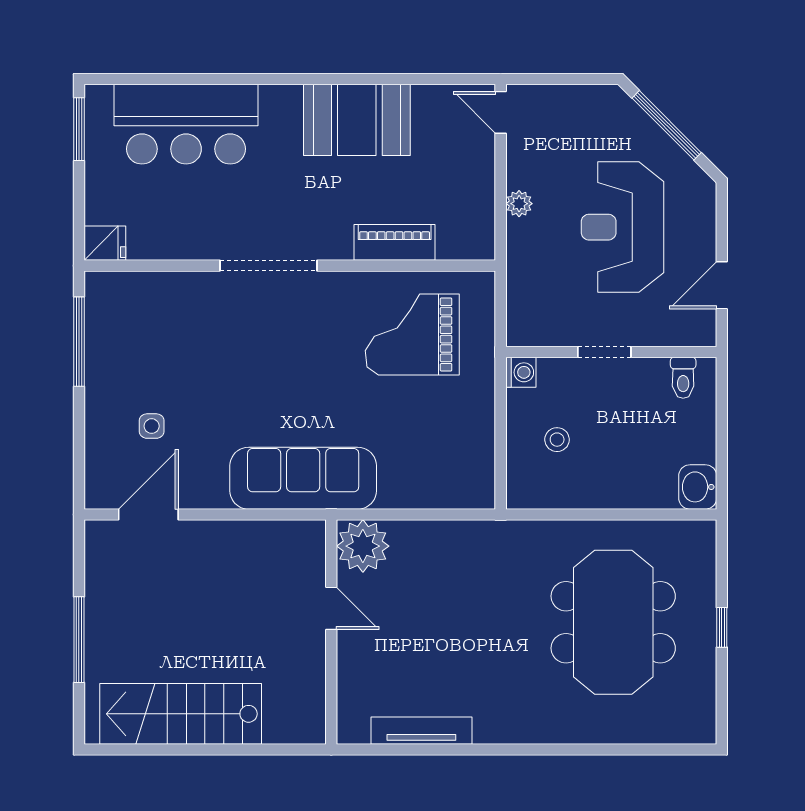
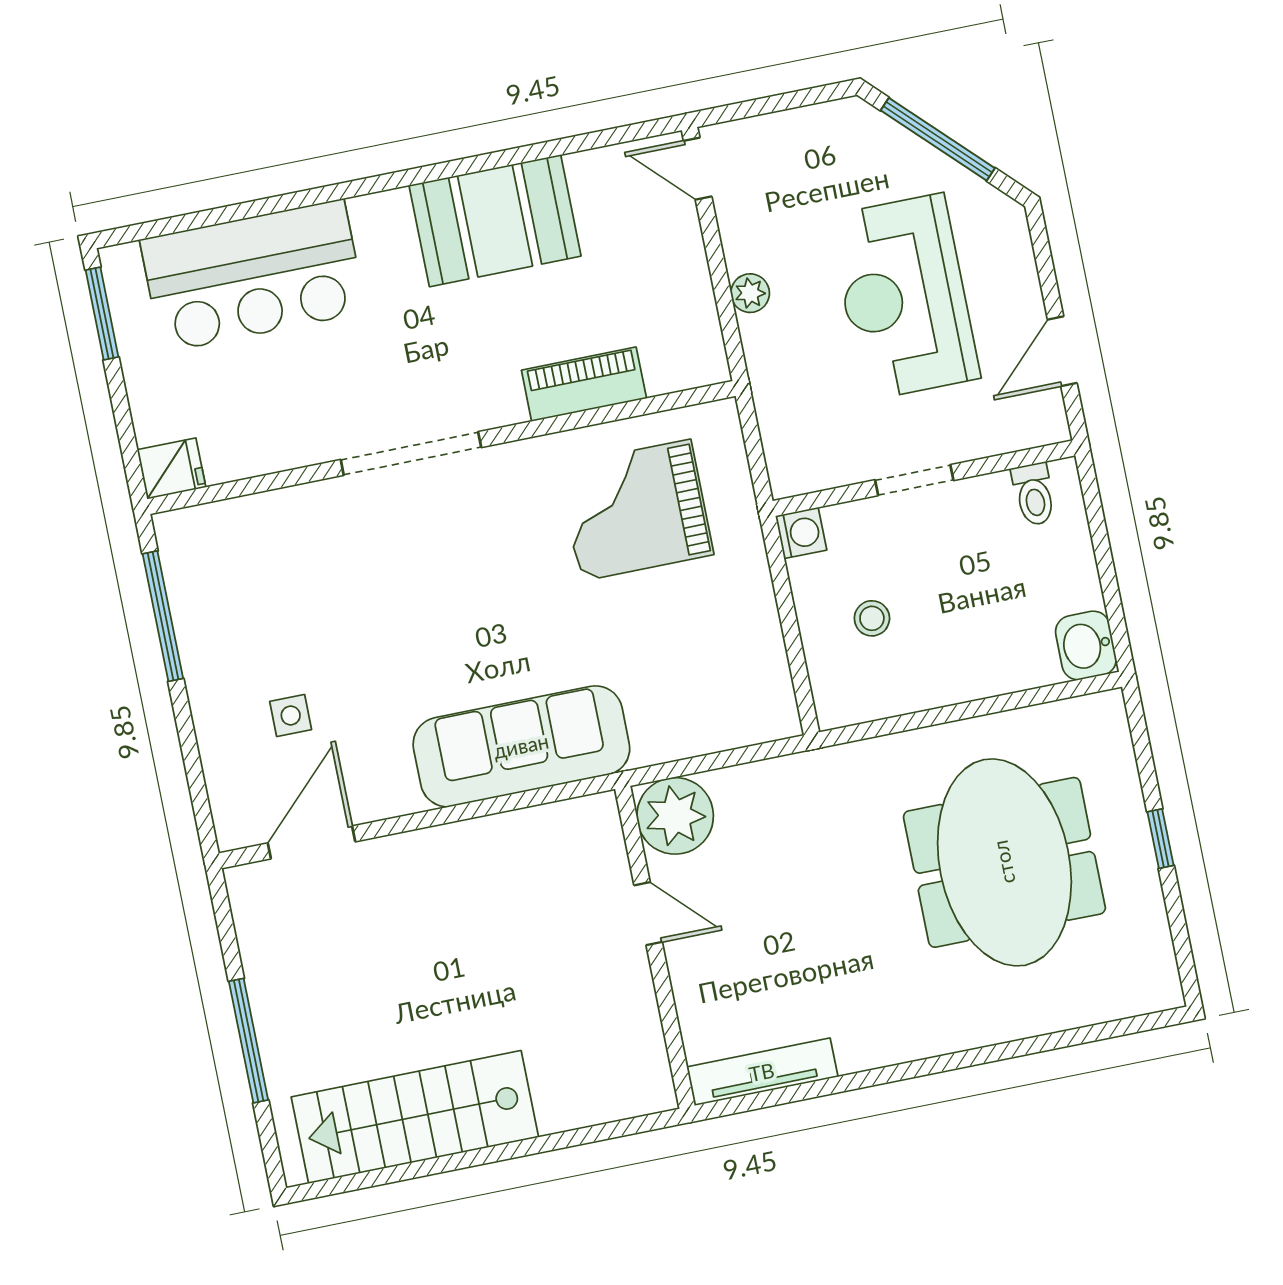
plant: (363, 546) -> (675, 816), moved
door: (331, 608) -> (648, 914), moved
wall: (331, 632) -> (655, 947), moved

